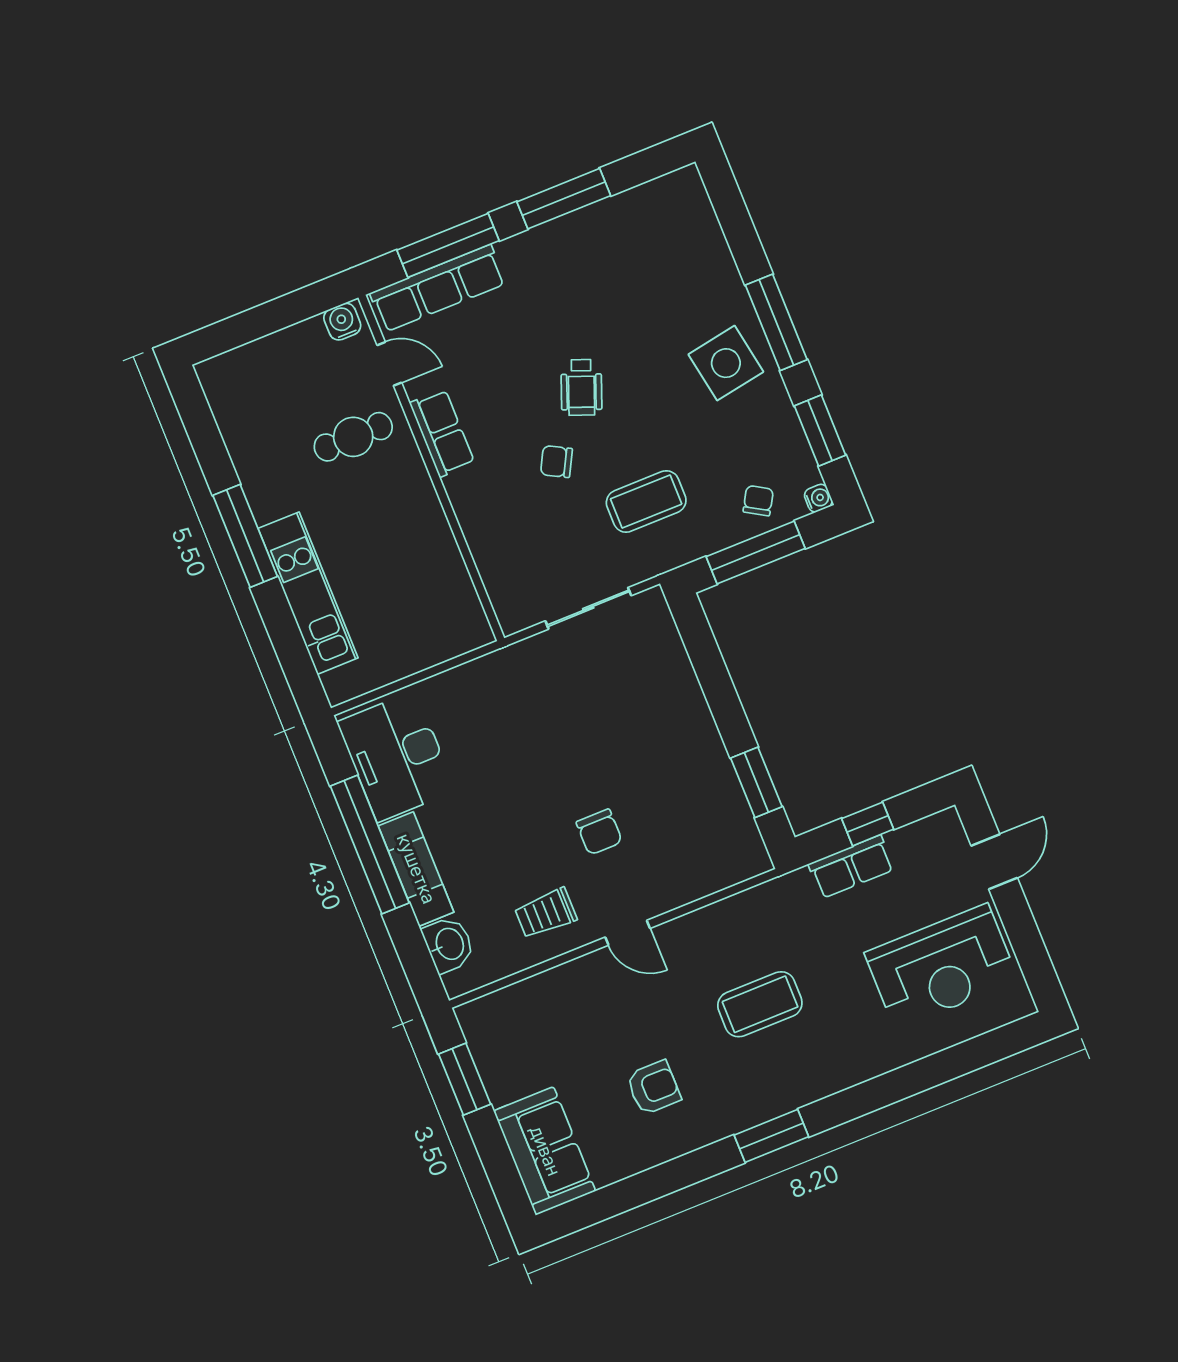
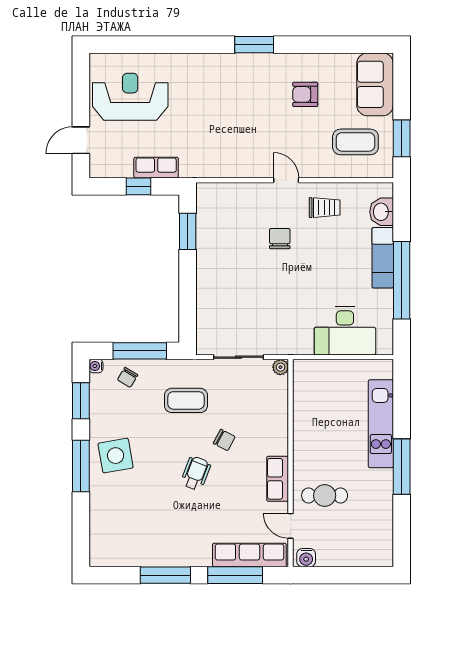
plant: (512, 620) -> (280, 367), added
desk: (396, 756) -> (345, 331), moved, turned 90
coffee table: (760, 1004) -> (355, 142), moved

